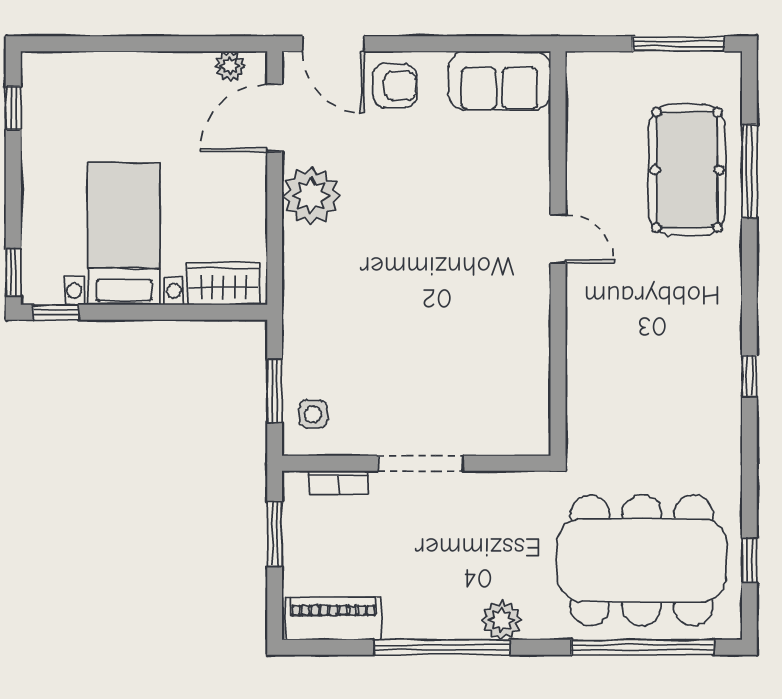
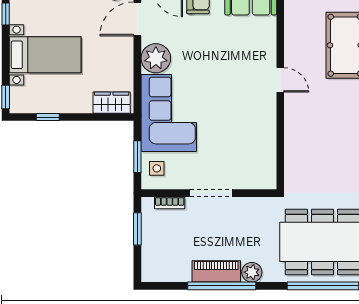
bed with nightstands: (124, 234) -> (45, 55), moved, turned 90
corner sofa: (337, 305) -> (169, 113), added
window: (55, 312) -> (48, 117), moved
piano: (334, 619) -> (216, 271), moved

